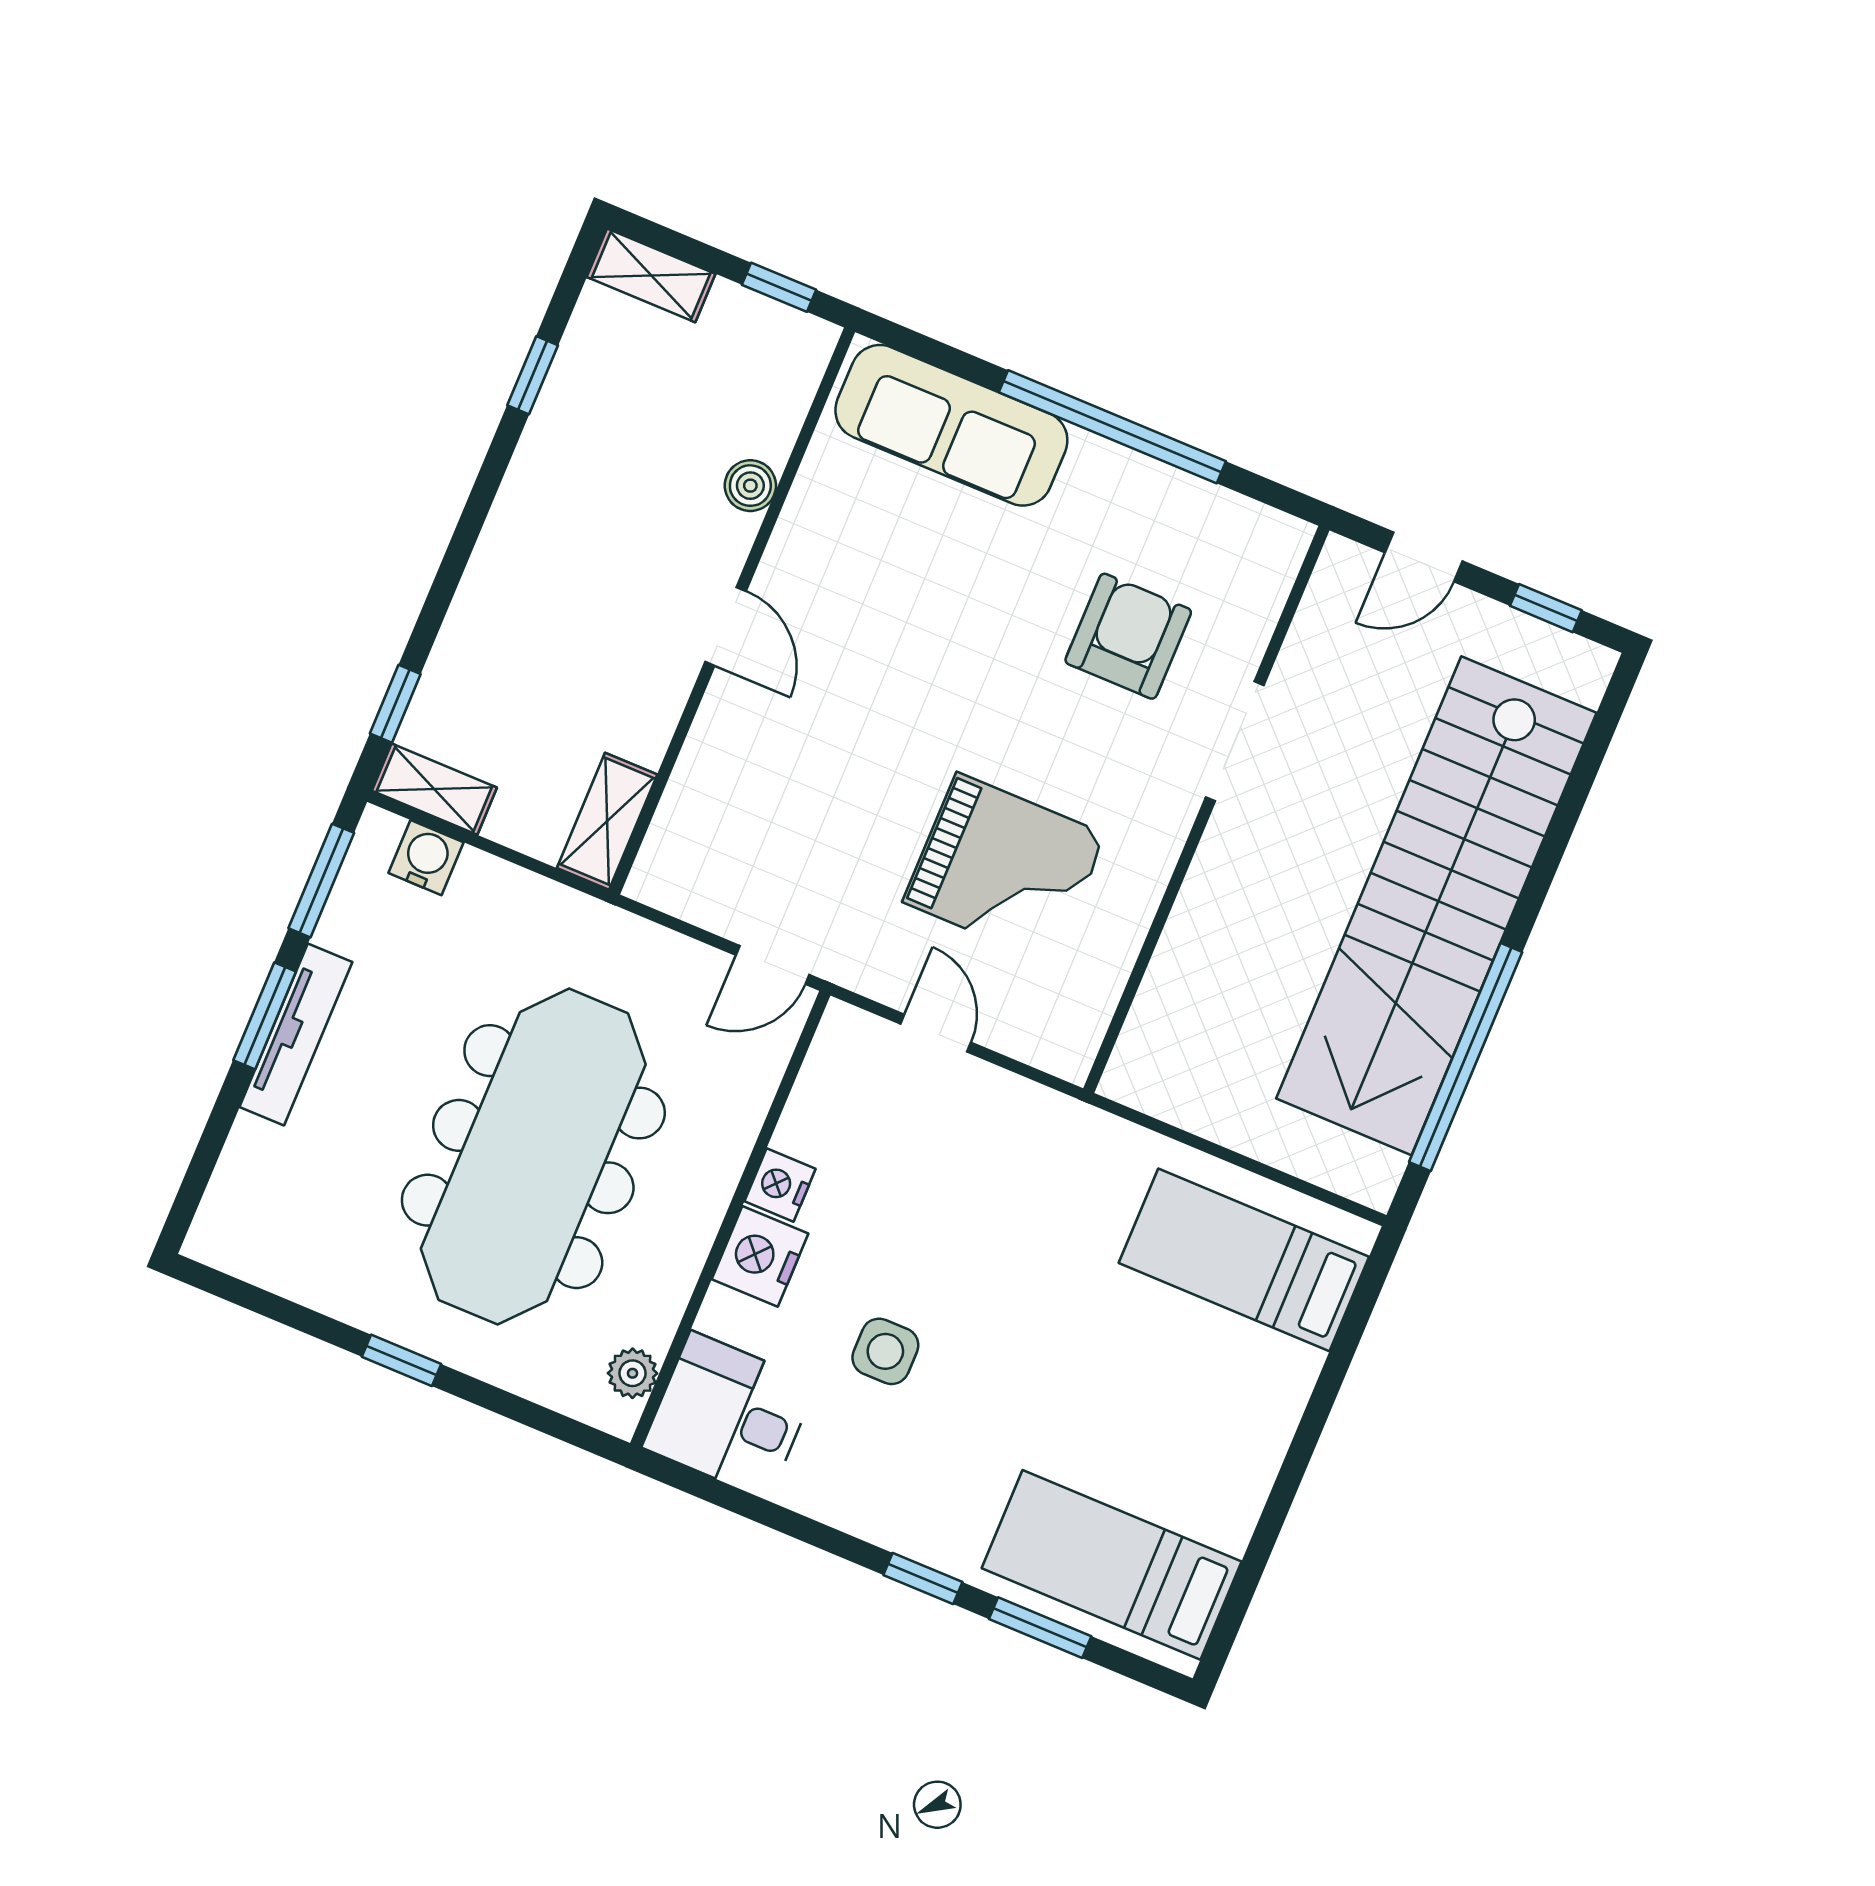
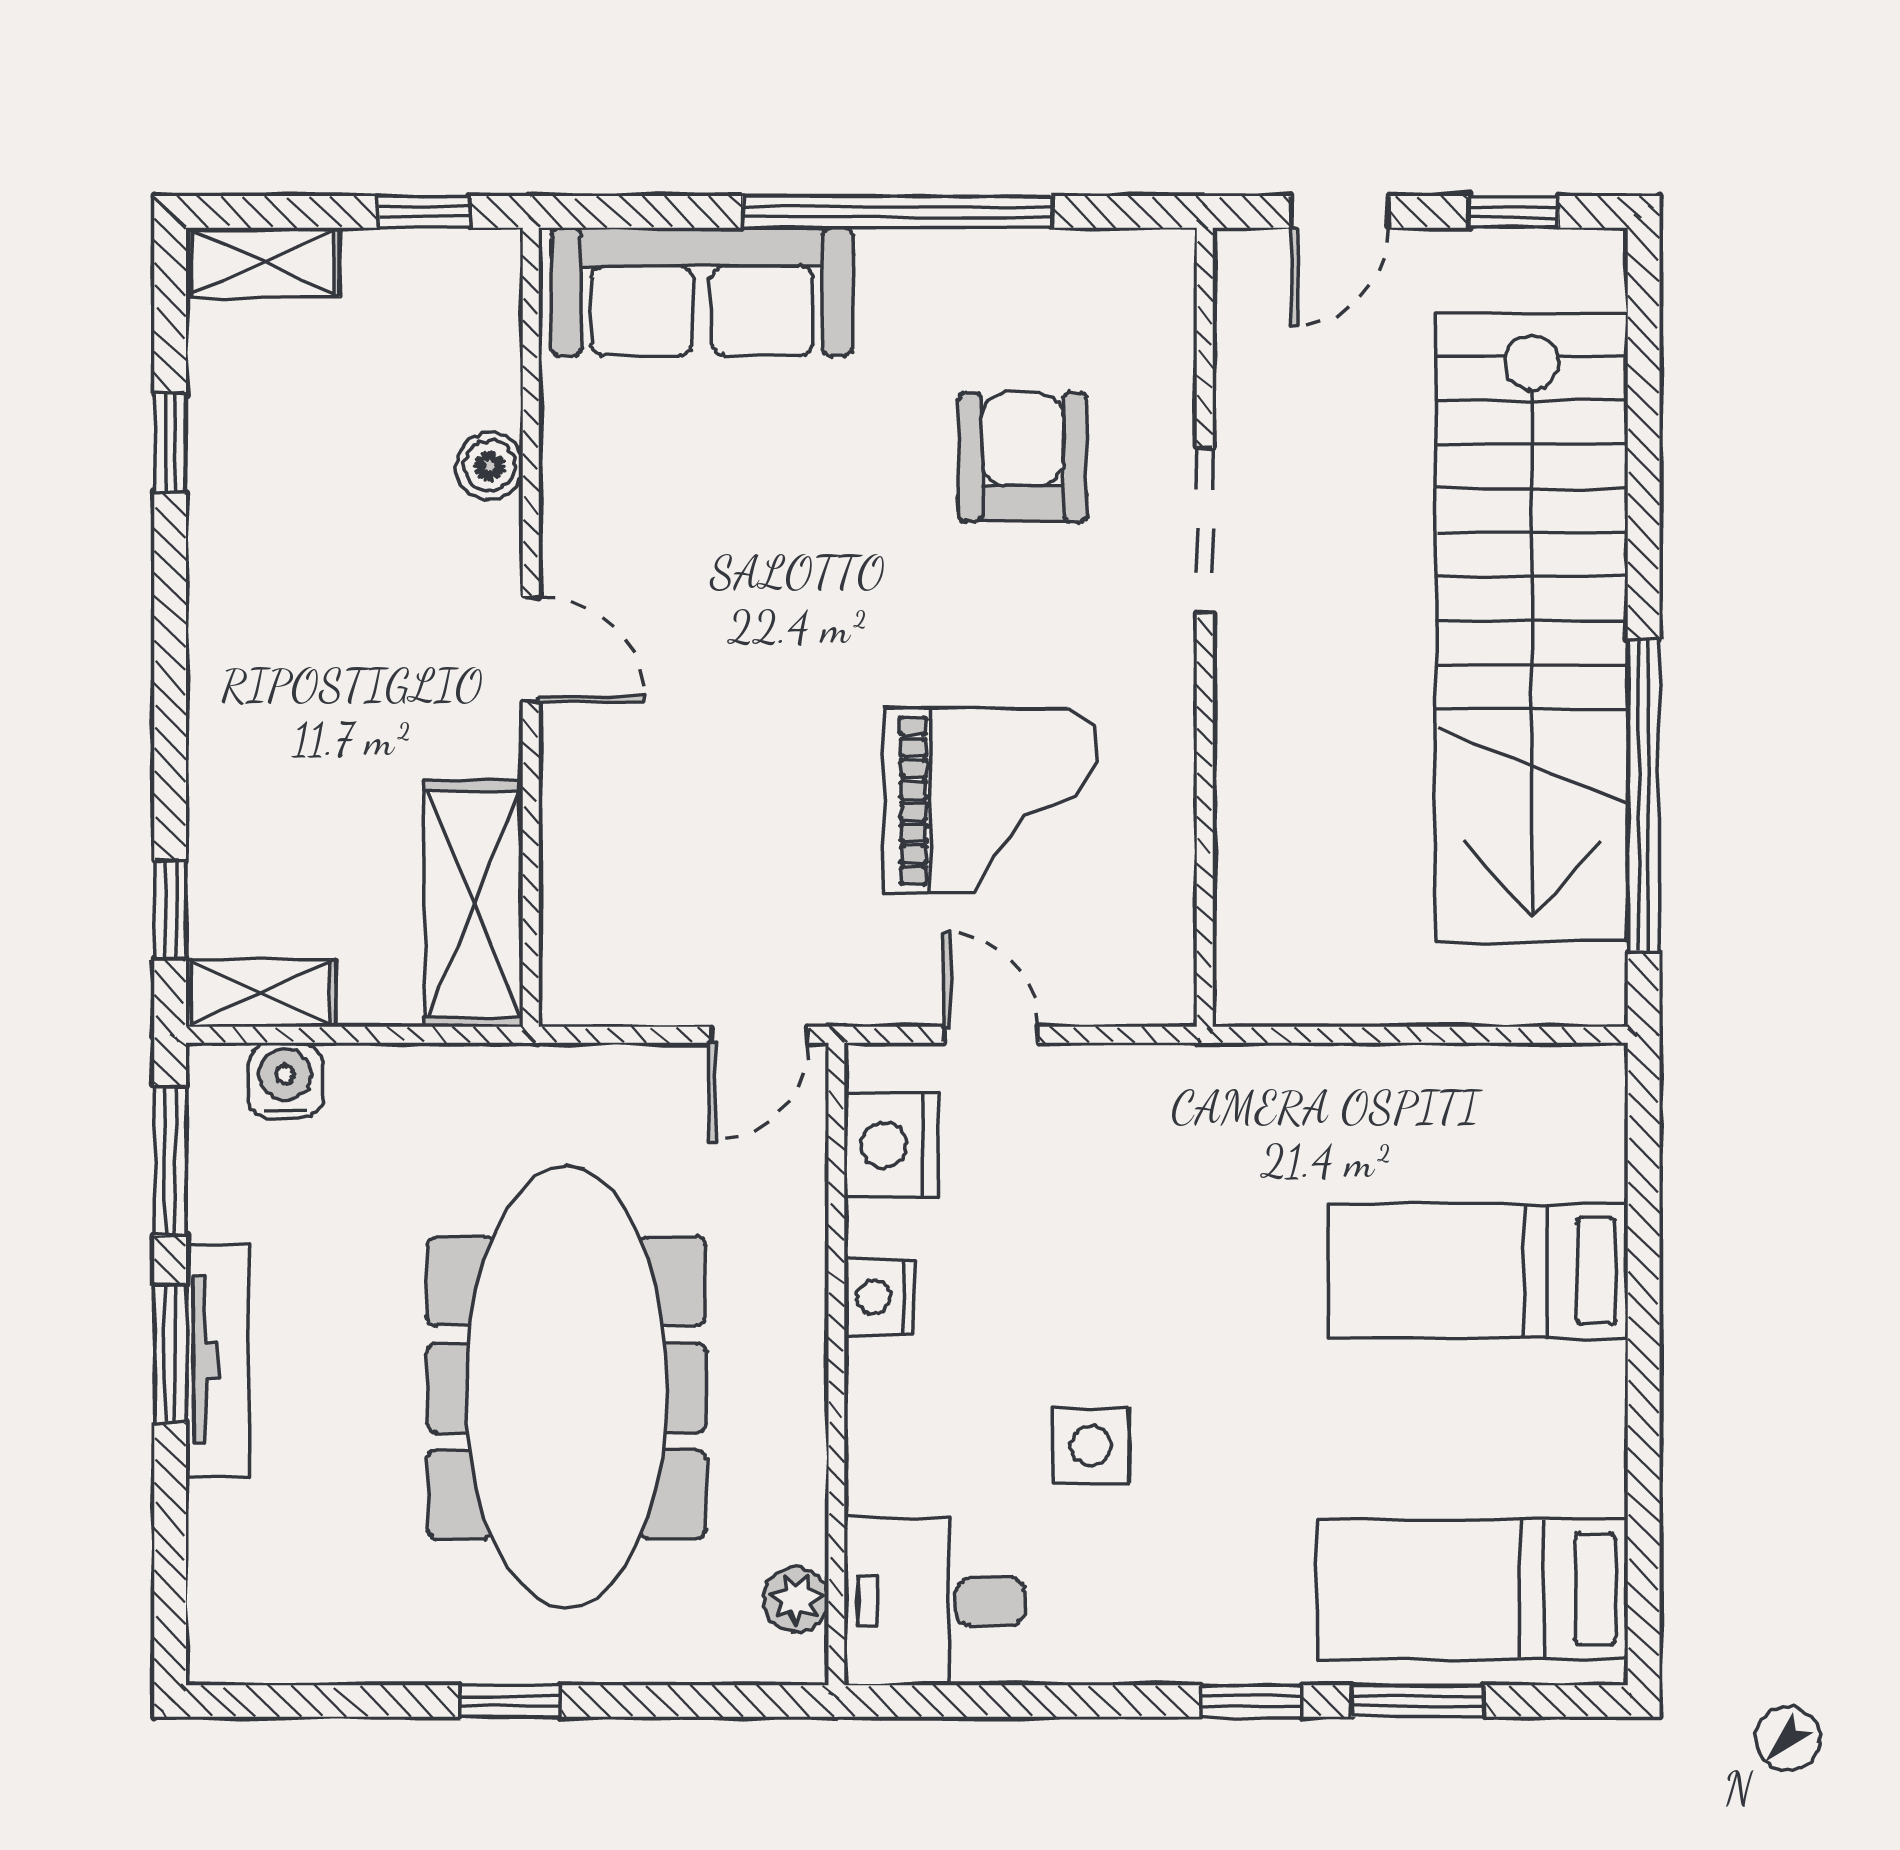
shelving: (607, 821) -> (474, 904), width x1.50, depth x1.33
nightstand: (760, 1256) -> (891, 1145), moved
bed: (1244, 1260) -> (1478, 1271), moved

